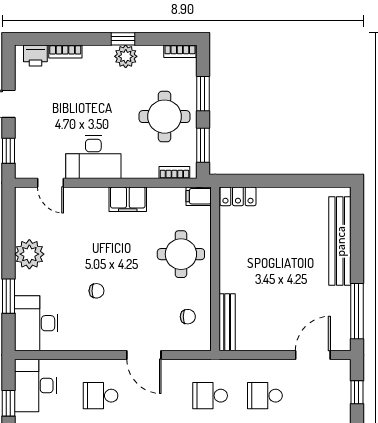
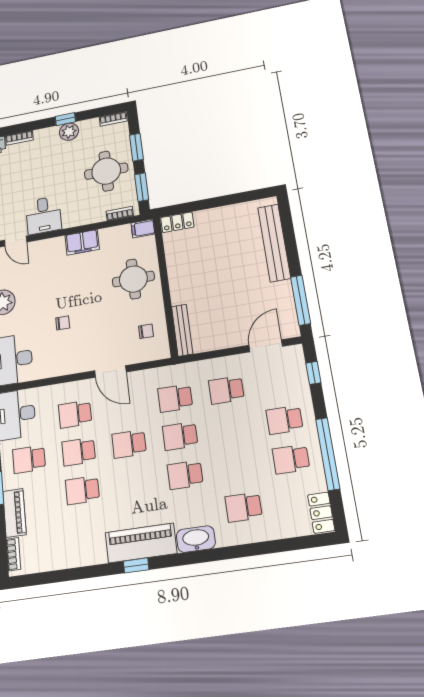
desk: (93, 157) -> (43, 215), width x0.73

